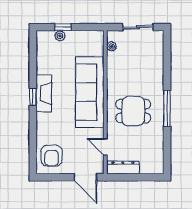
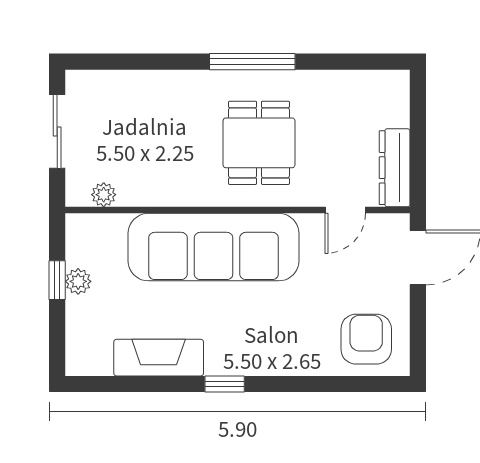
window: (63, 27) -> (57, 280), moved
plant: (60, 36) -> (78, 281), moved
fireplace: (44, 93) -> (159, 358), moved
armchair: (52, 156) -> (366, 339), turned -90

